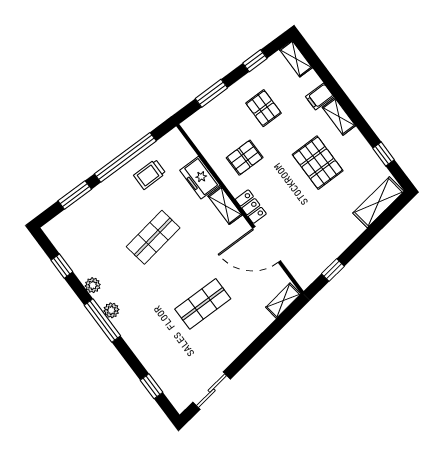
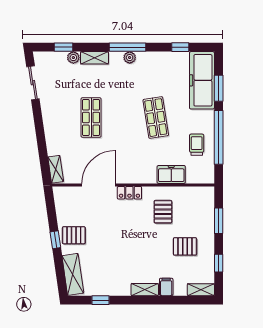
pallet: (318, 163) -> (74, 235), moved, width x0.67, depth x0.71
shelving: (225, 205) -> (95, 58), moved
freezer: (79, 218) -> (202, 80), added
window: (333, 270) -> (55, 240), moved
plant: (93, 285) -> (73, 58), moved

